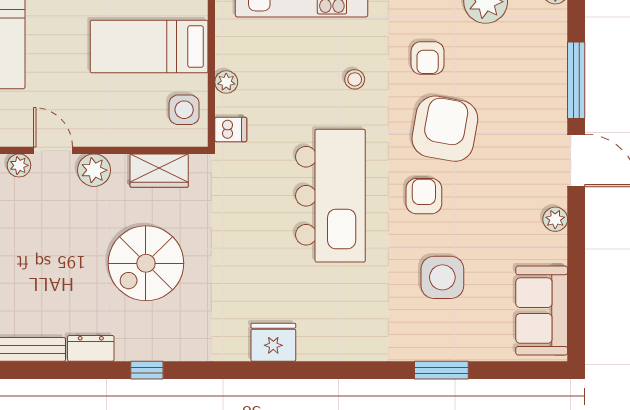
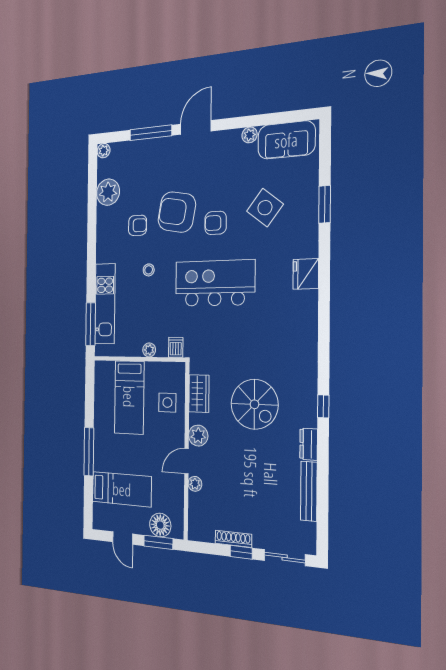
side table: (184, 110) -> (167, 403), moved
plant: (555, 219) -> (250, 135), moved
side table: (442, 277) -> (265, 208), turned 38
fridge: (273, 342) -> (306, 274), moved

